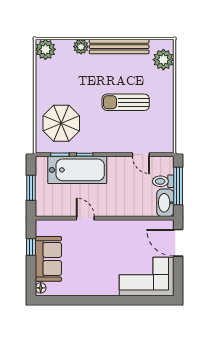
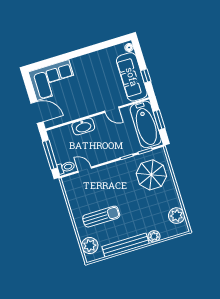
plant: (45, 49) -> (177, 216), moved
sun lounger: (126, 102) -> (101, 217), moved
bathtub: (77, 170) -> (146, 124), moved, turned -90
toilet: (163, 181) -> (66, 167), moved
washbasin: (165, 203) -> (83, 126), moved, turned 90
sofa: (48, 259) -> (132, 77), width x1.36

